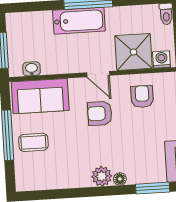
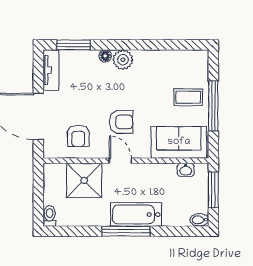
bidet: (15, 19) -> (199, 220), added
washing machine: (161, 59) -> (57, 171), removed

